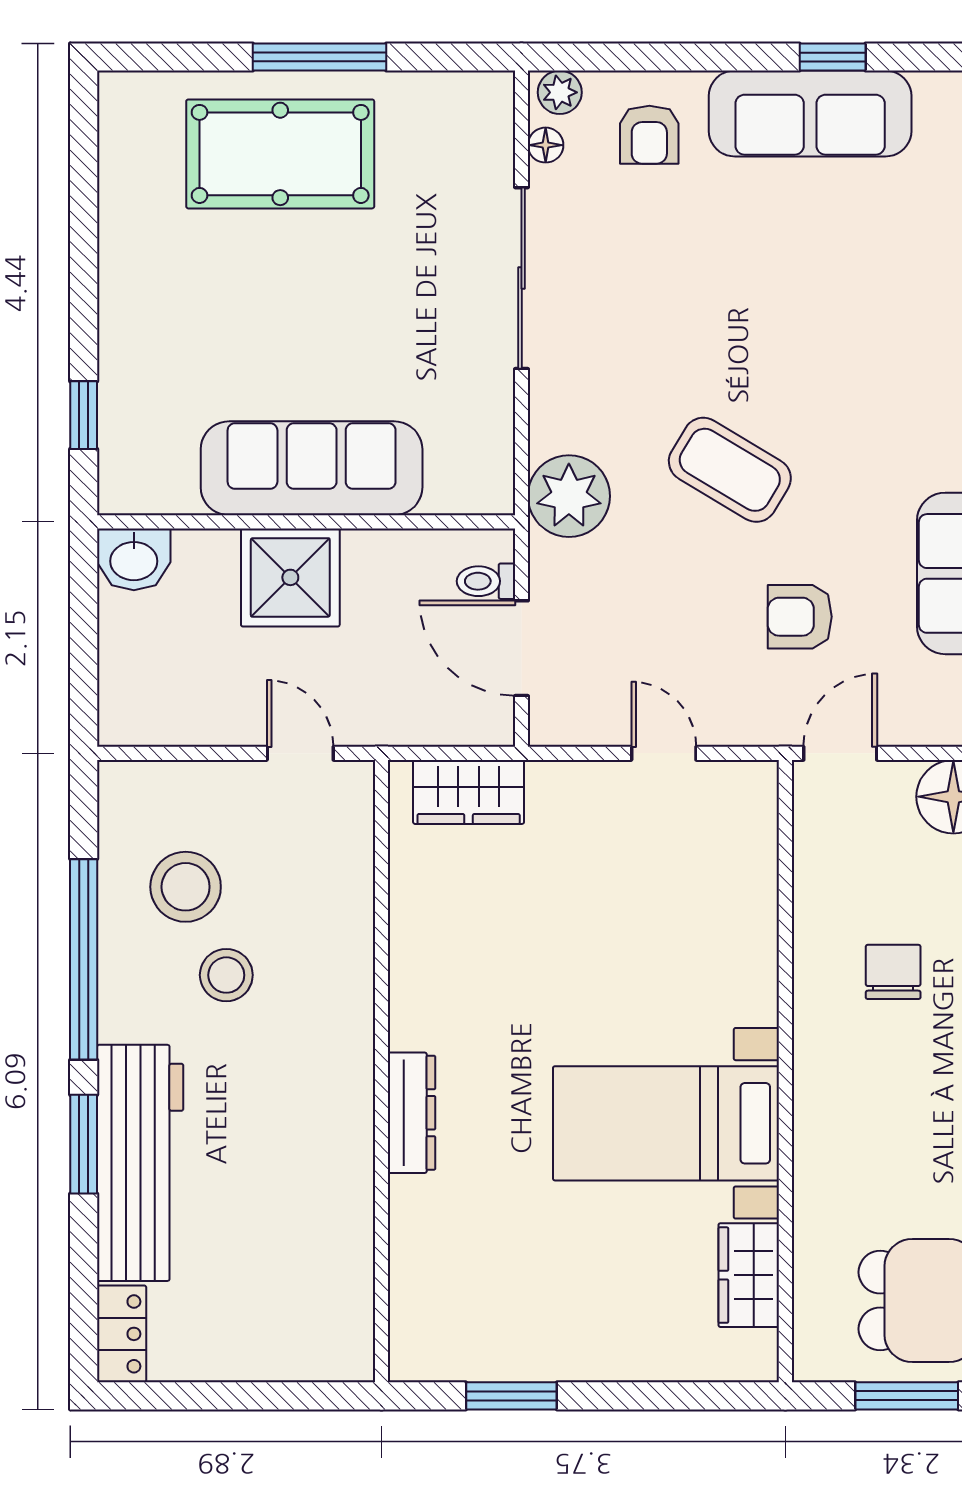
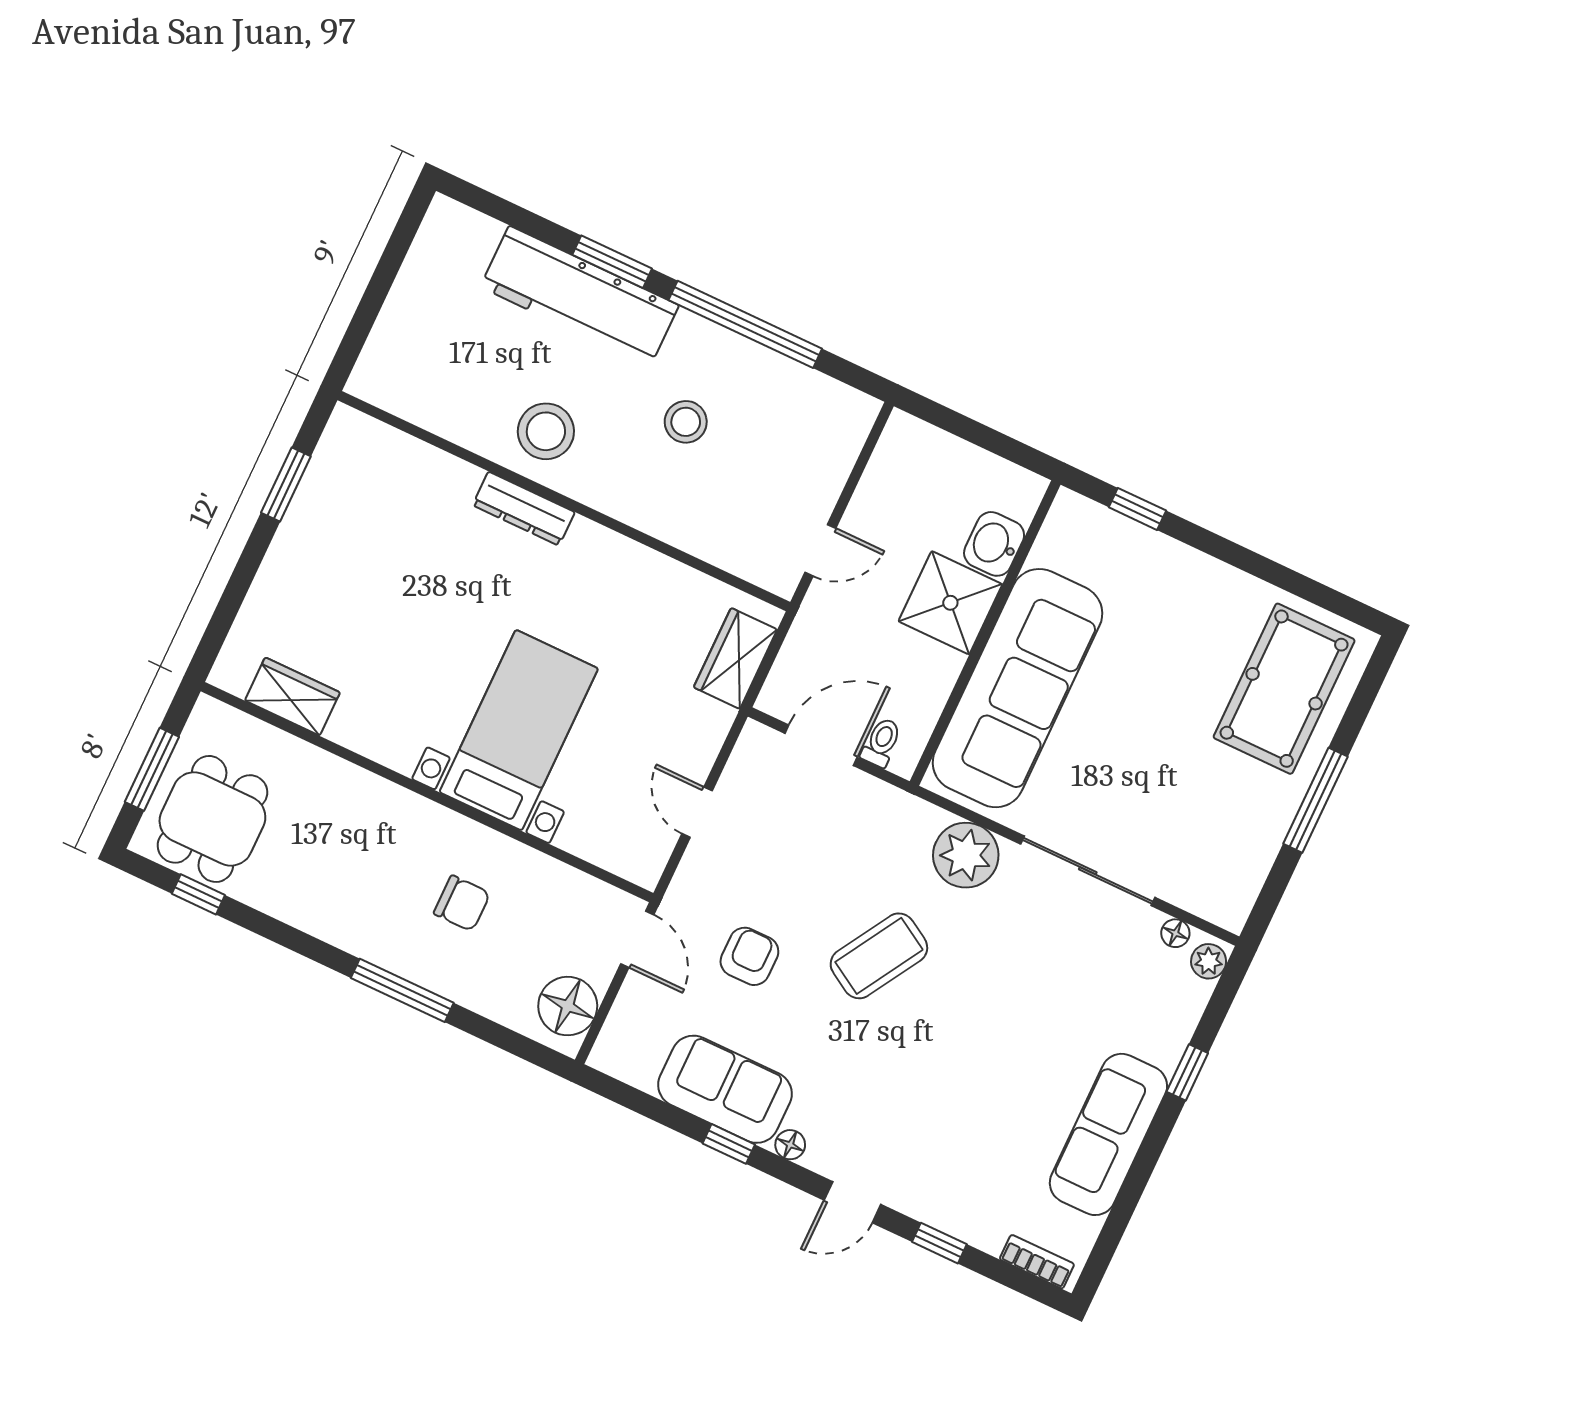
window: (833, 57) -> (1187, 1072), moved
armchair: (649, 135) -> (1148, 1011), removed
pool table: (280, 154) -> (1284, 689), moved
sofa: (312, 468) -> (1018, 688), width x1.36, depth x1.27
plant: (569, 496) -> (966, 855), moved
washbasin: (134, 559) -> (994, 544), moved
door: (664, 753) -> (697, 812), swing flipped
stool: (186, 887) -> (546, 431), moved
bed with nightstands: (666, 1123) -> (519, 730), moved
locker: (122, 1334) -> (463, 225), removed

